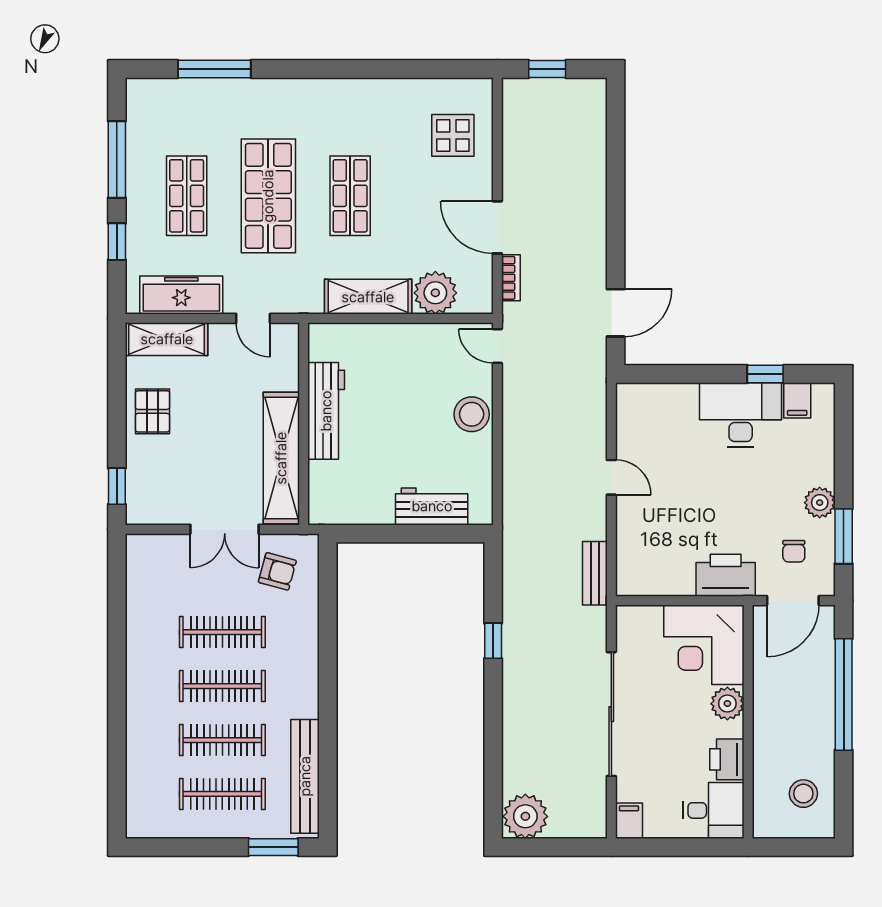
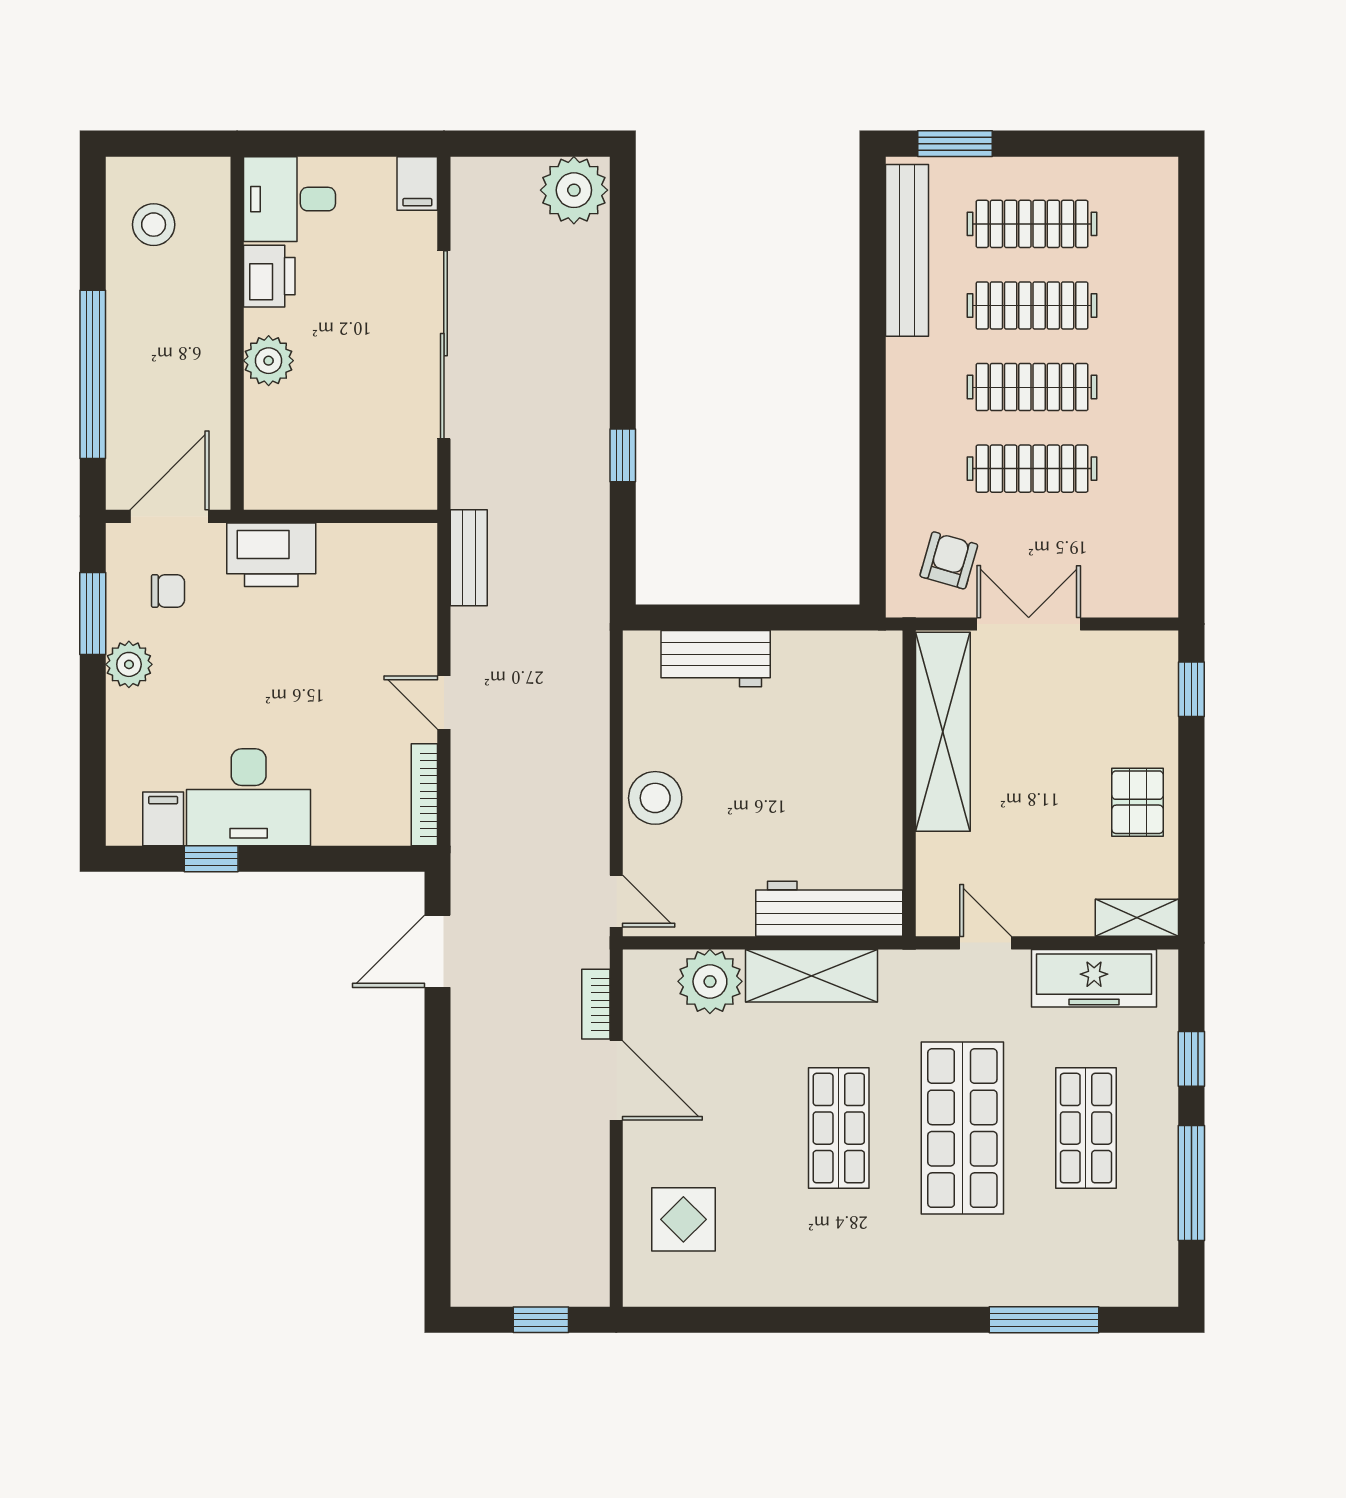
shelving: (167, 339) -> (1137, 918), width x0.67, depth x0.75
workbench: (326, 411) -> (829, 909), moved, turned 90
bookcase: (624, 416) -> (424, 795), added
chair: (794, 551) -> (168, 591), turned 90
armchair: (277, 571) -> (949, 560), turned 91
corner desk: (704, 645) -> (304, 449), removed

